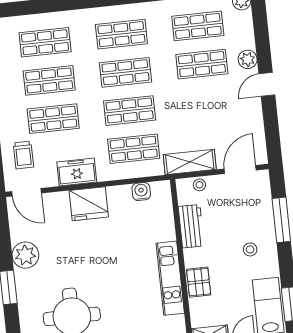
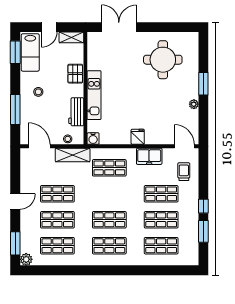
window: (260, 23) -> (15, 243), added
plant: (248, 59) -> (26, 220), removed
shop shelf: (130, 111) -> (57, 194), moved
door: (240, 169) -> (39, 146), swing flipped
water cooler: (141, 192) -> (93, 139), moved
fridge: (89, 204) -> (138, 137), width x0.53, depth x0.75
plant: (25, 255) -> (194, 104), width x0.53, depth x0.53
kitchen unit: (170, 278) -> (94, 95), moved

